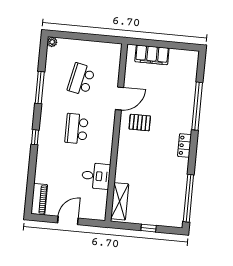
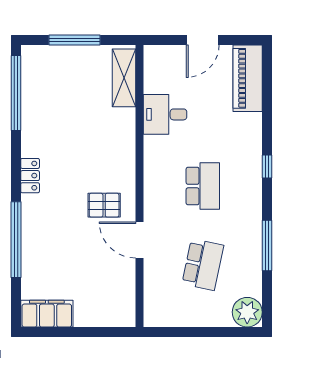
plant: (52, 42) -> (247, 312), width x1.87, depth x1.87
filing cabinet: (152, 55) -> (47, 314), moved
door: (120, 98) -> (140, 240), hinge flipped
piano: (39, 199) -> (248, 78), width x1.37, depth x1.33
window: (149, 228) -> (74, 40), width x2.17

